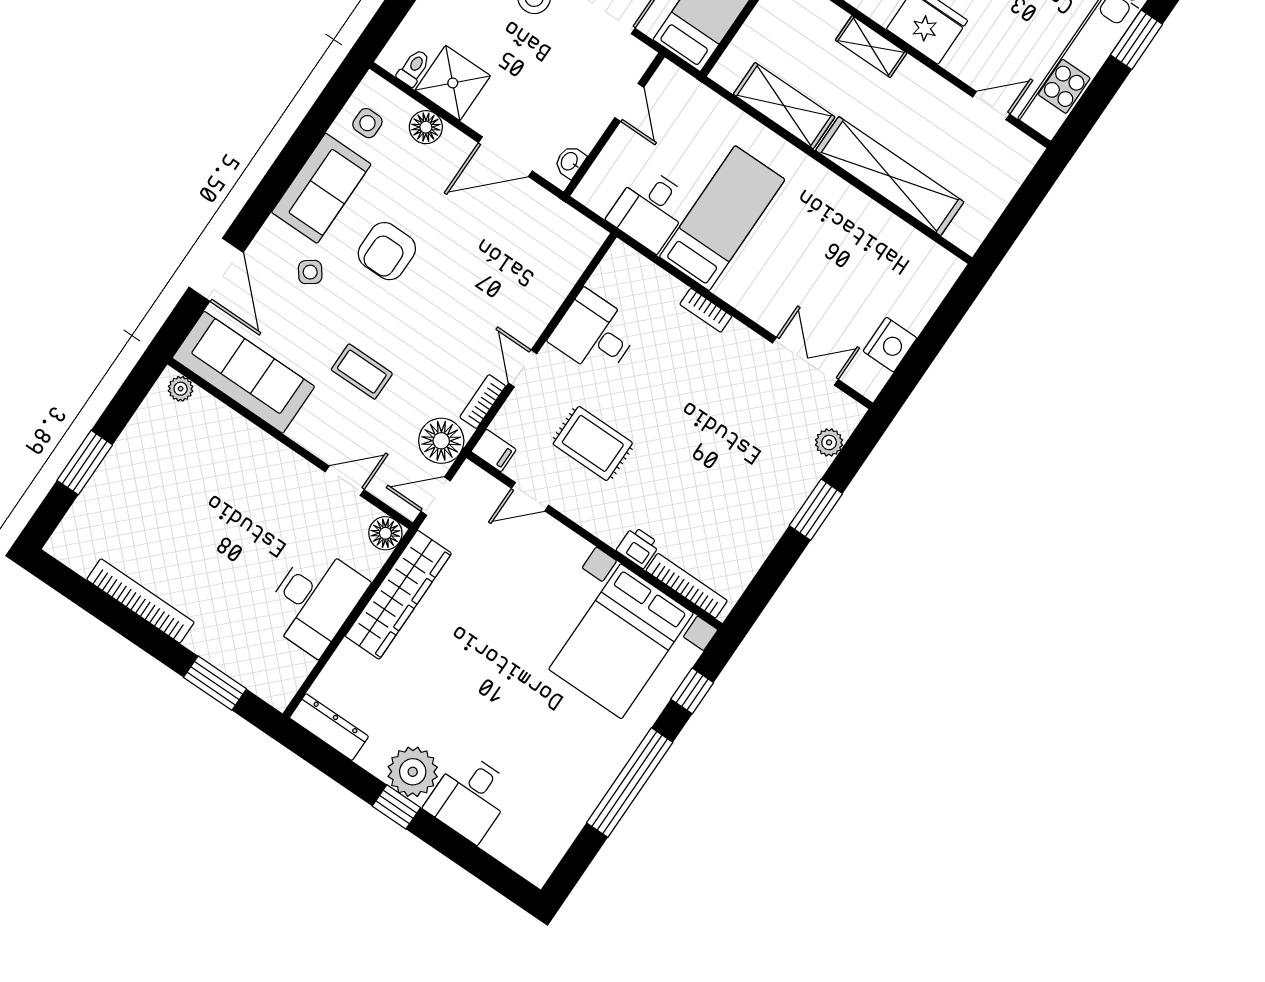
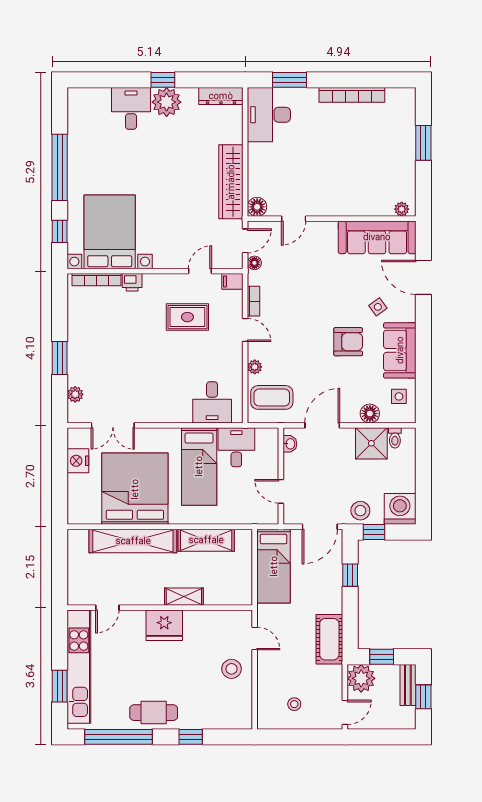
bed: (836, 249) -> (135, 489), added
armchair: (387, 251) -> (348, 342), turned 90
plant: (545, 306) -> (255, 367), added
bookcase: (706, 310) -> (177, 417), removed
desk: (594, 334) -> (212, 402), moved, turned 90
coffee table: (362, 372) -> (272, 397), moved, width x1.36, depth x1.30
floor lamp: (441, 441) -> (254, 263), width x0.53, depth x0.53
desk: (315, 600) -> (269, 115), moved

